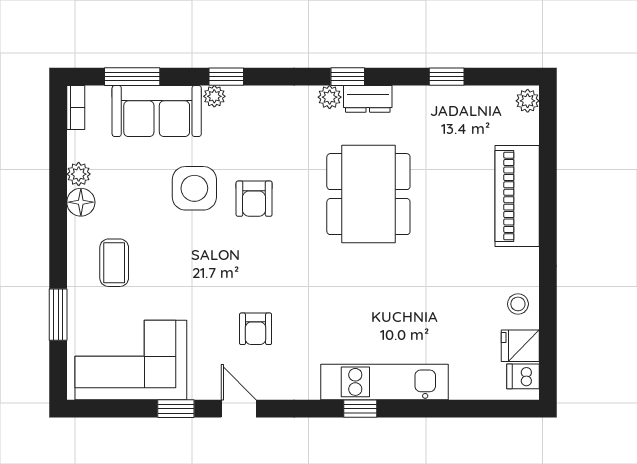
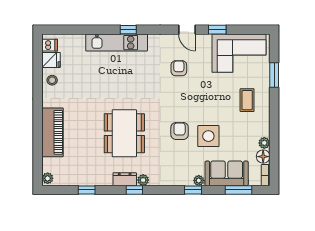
floor lamp: (81, 202) -> (263, 157), moved

